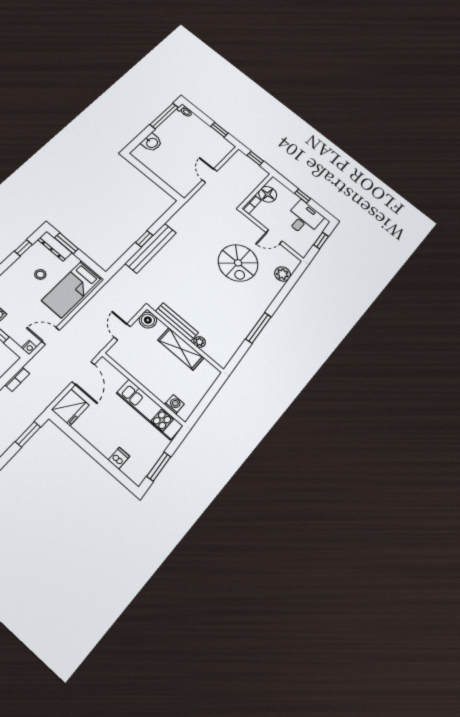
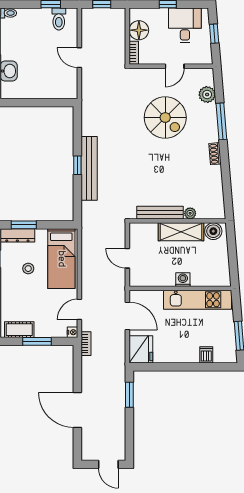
toilet: (217, 142) -> (59, 19), added
shoe rack: (255, 318) -> (215, 154), added
boiler: (148, 320) -> (213, 231), moved
window: (258, 328) -> (221, 121), moved
bookcase: (17, 379) -> (86, 344), moved
washing machine: (174, 404) -> (183, 280), moved

